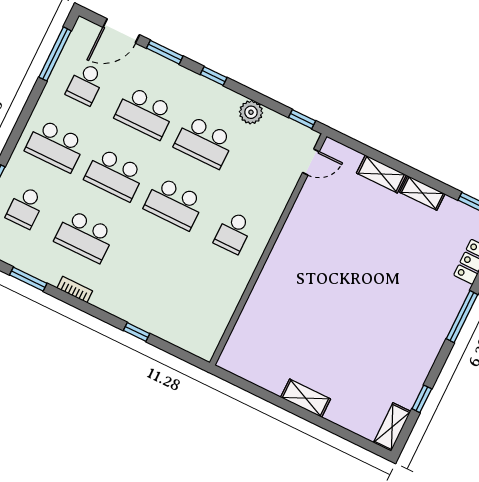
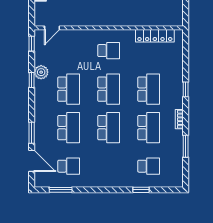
window: (55, 54) -> (61, 190), width x0.69
window: (214, 76) -> (32, 80), moved
school desk: (55, 146) -> (149, 89), moved
door: (311, 162) -> (52, 28), swing flipped
locker: (221, 315) -> (155, 36), added
window: (137, 332) -> (186, 89), moved

